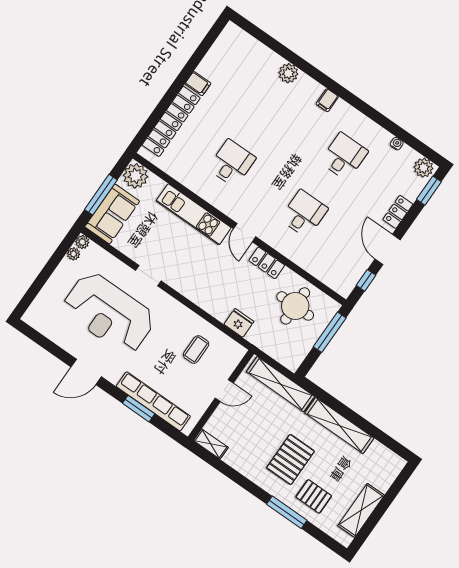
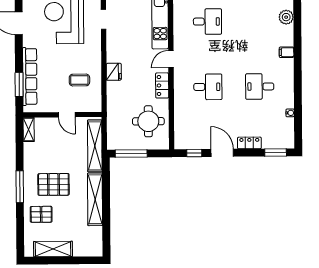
desk: (344, 156) -> (260, 86), turned 180
plant: (423, 168) -> (287, 139), removed
door: (388, 249) -> (222, 153), hinge flipped
fridge: (239, 323) -> (114, 72), moved
window: (330, 332) -> (131, 154), moved
window: (139, 409) -> (19, 85), moved
pallet: (314, 496) -> (41, 214), turned 90
window: (287, 512) -> (20, 187), moved

